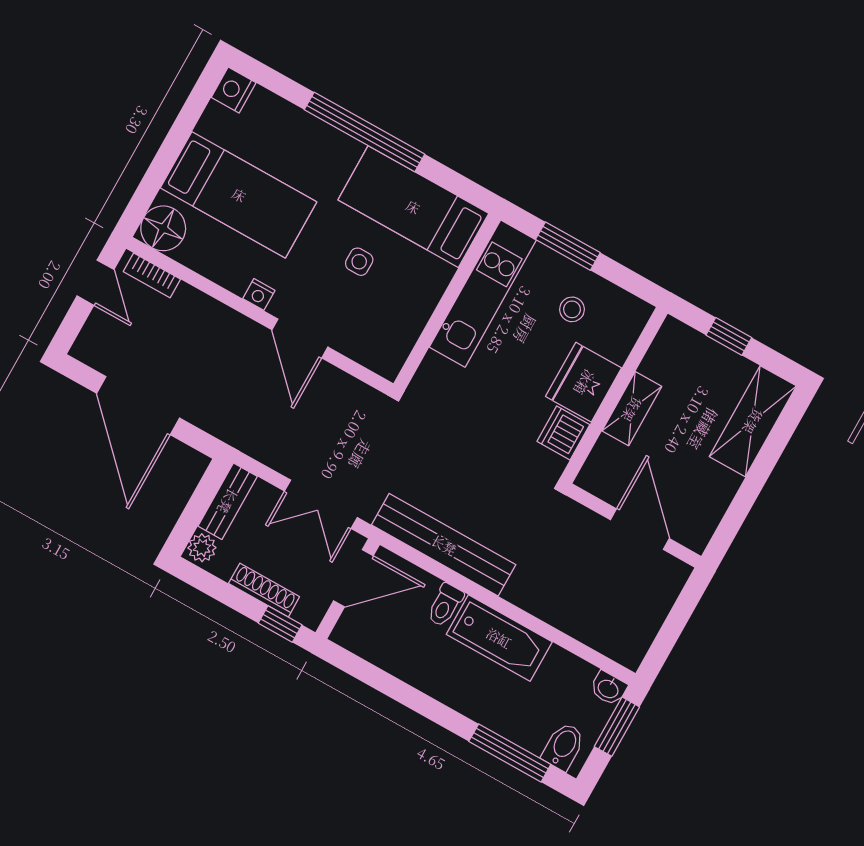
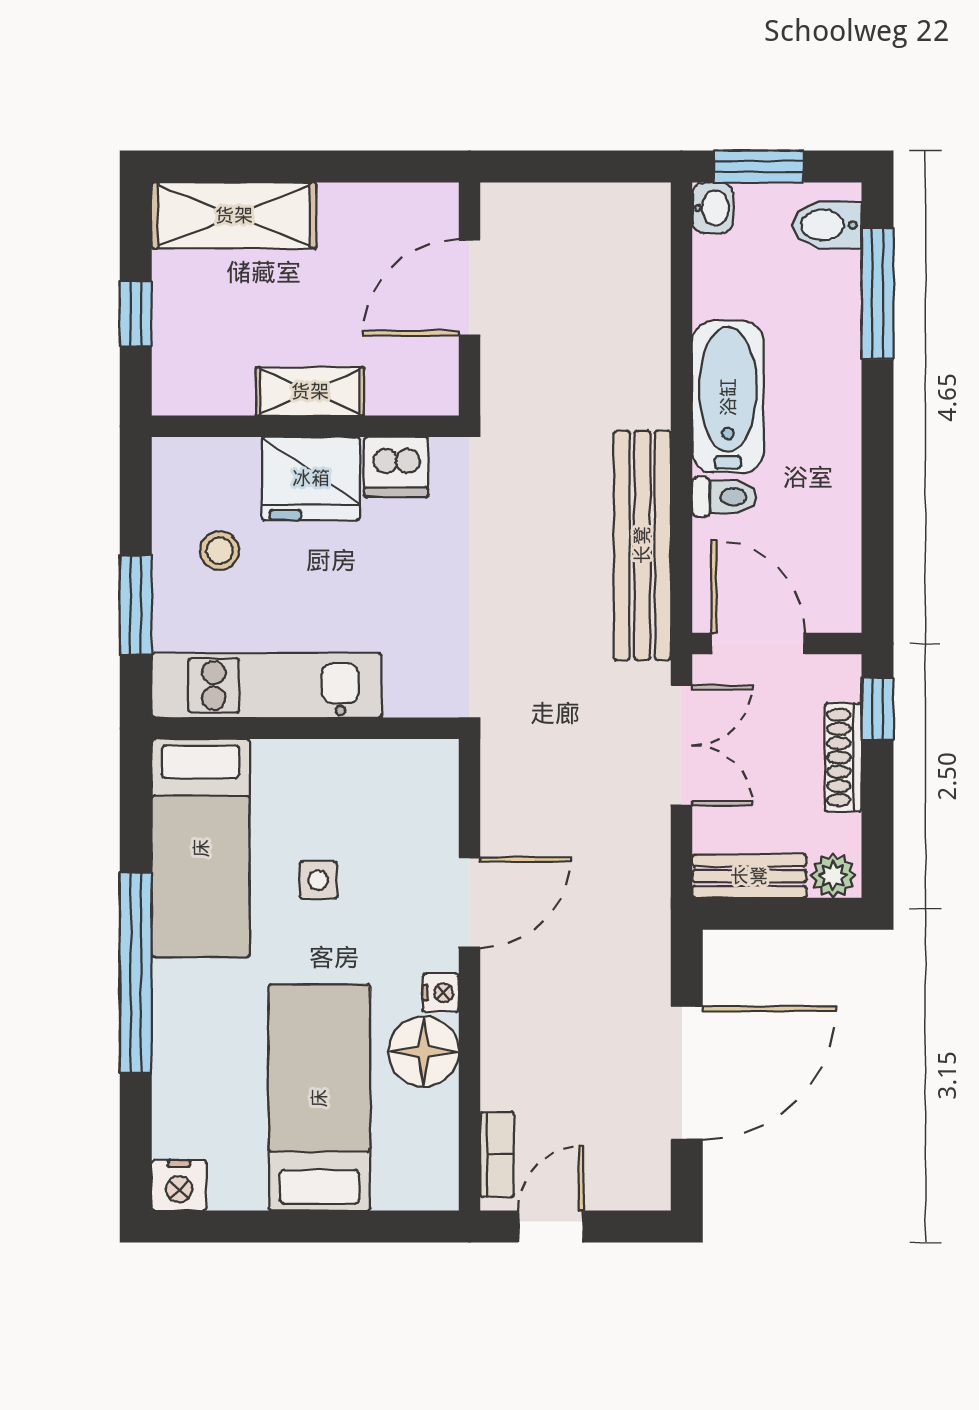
floor lamp: (163, 228) -> (424, 1052), moved

